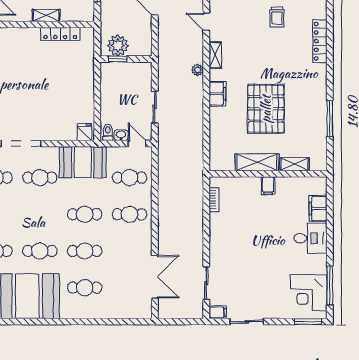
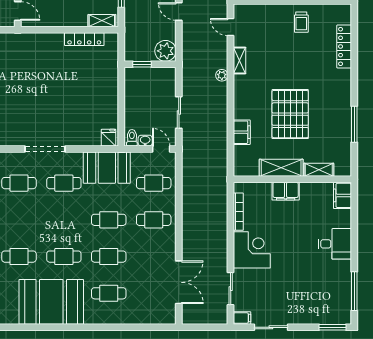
shelving: (46, 15) -> (102, 21), moved
plant: (118, 46) -> (165, 51), moved
filing cabinet: (217, 94) -> (242, 132), moved
filing cabinet: (268, 186) -> (286, 191), width x2.00
bookcase: (214, 199) -> (238, 212), width x1.56
filing cabinet: (318, 208) -> (342, 195), moved
corner desk: (309, 293) -> (252, 250), moved, turned 180

